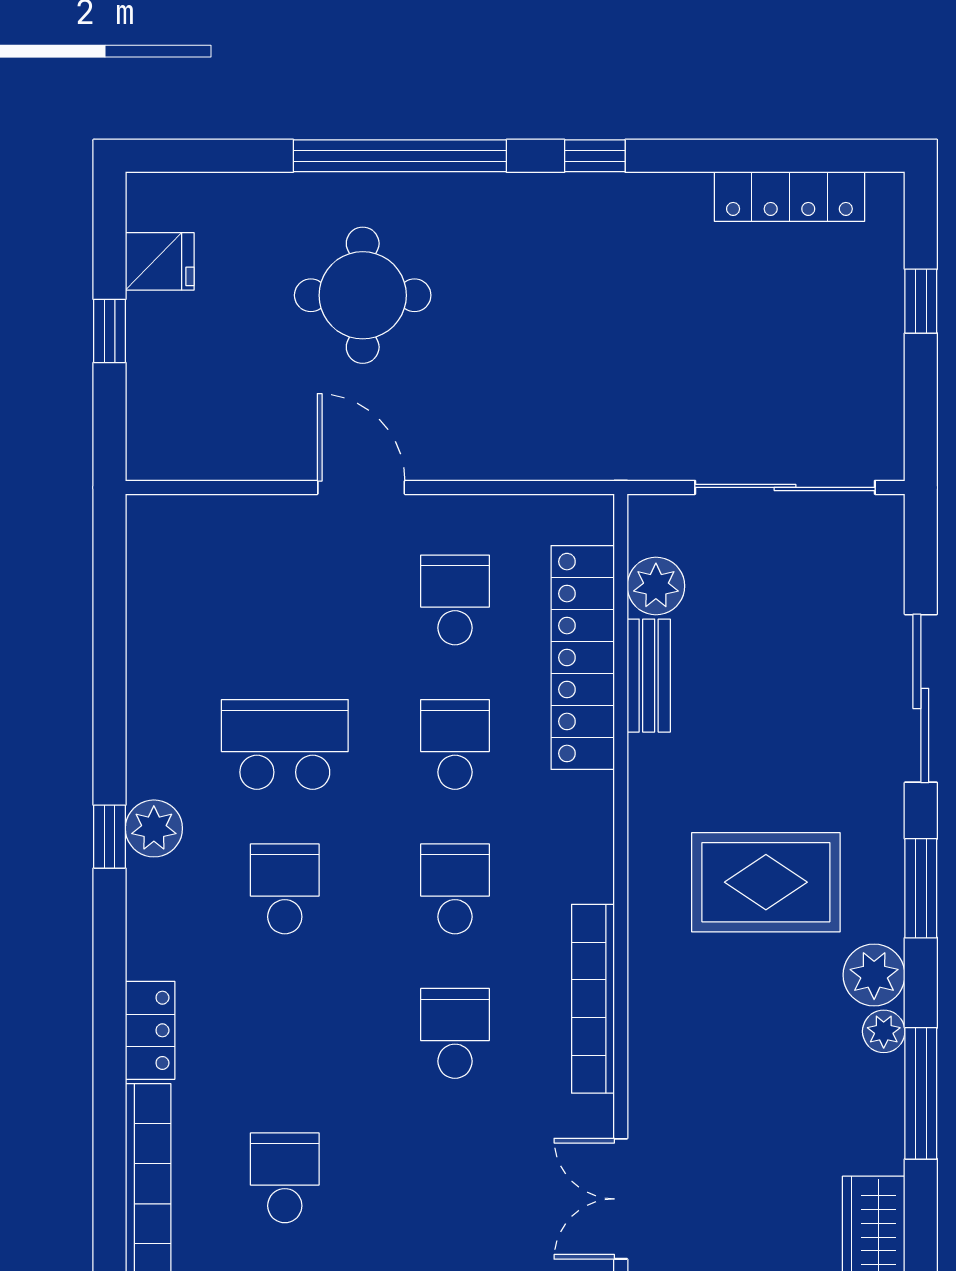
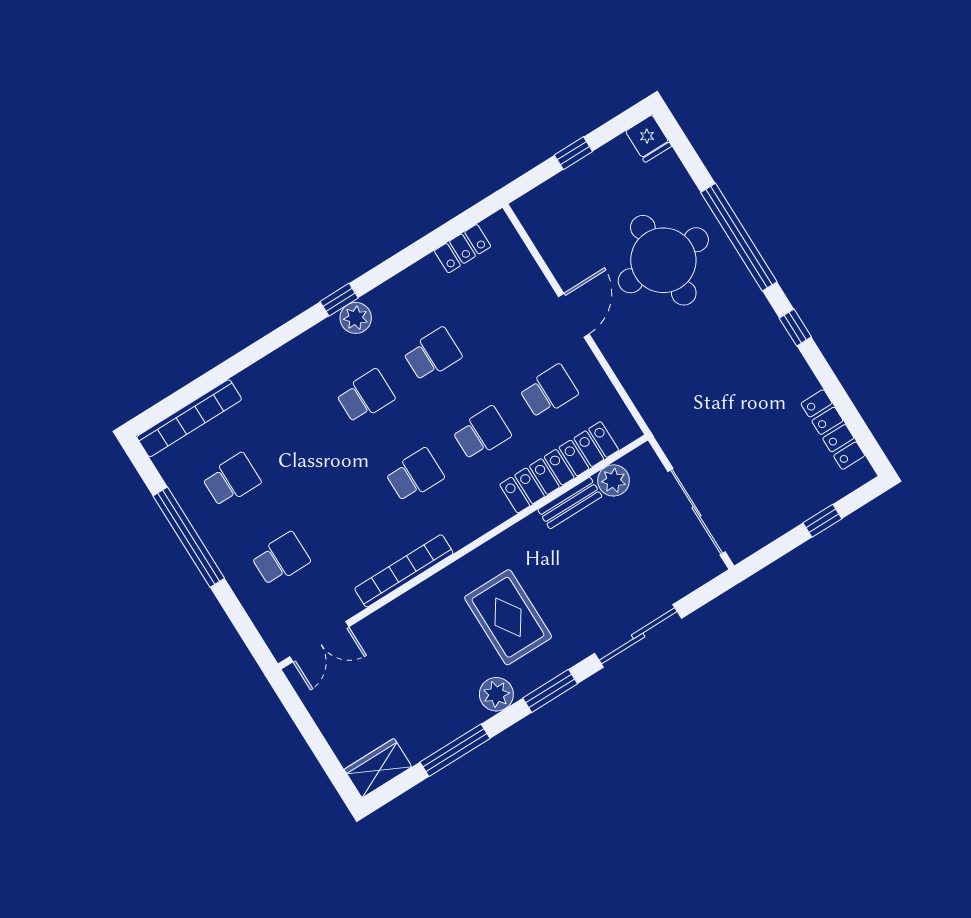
fridge: (160, 261) -> (649, 139), moved
round table: (363, 295) -> (663, 260), width x1.36, depth x1.36
school desk: (285, 744) -> (433, 354), width x0.54
locker: (150, 1030) -> (463, 249), moved
plant: (884, 1031) -> (473, 715), removed
school desk: (455, 1033) -> (281, 559), moved
double door: (621, 1199) -> (319, 642), swing flipped

